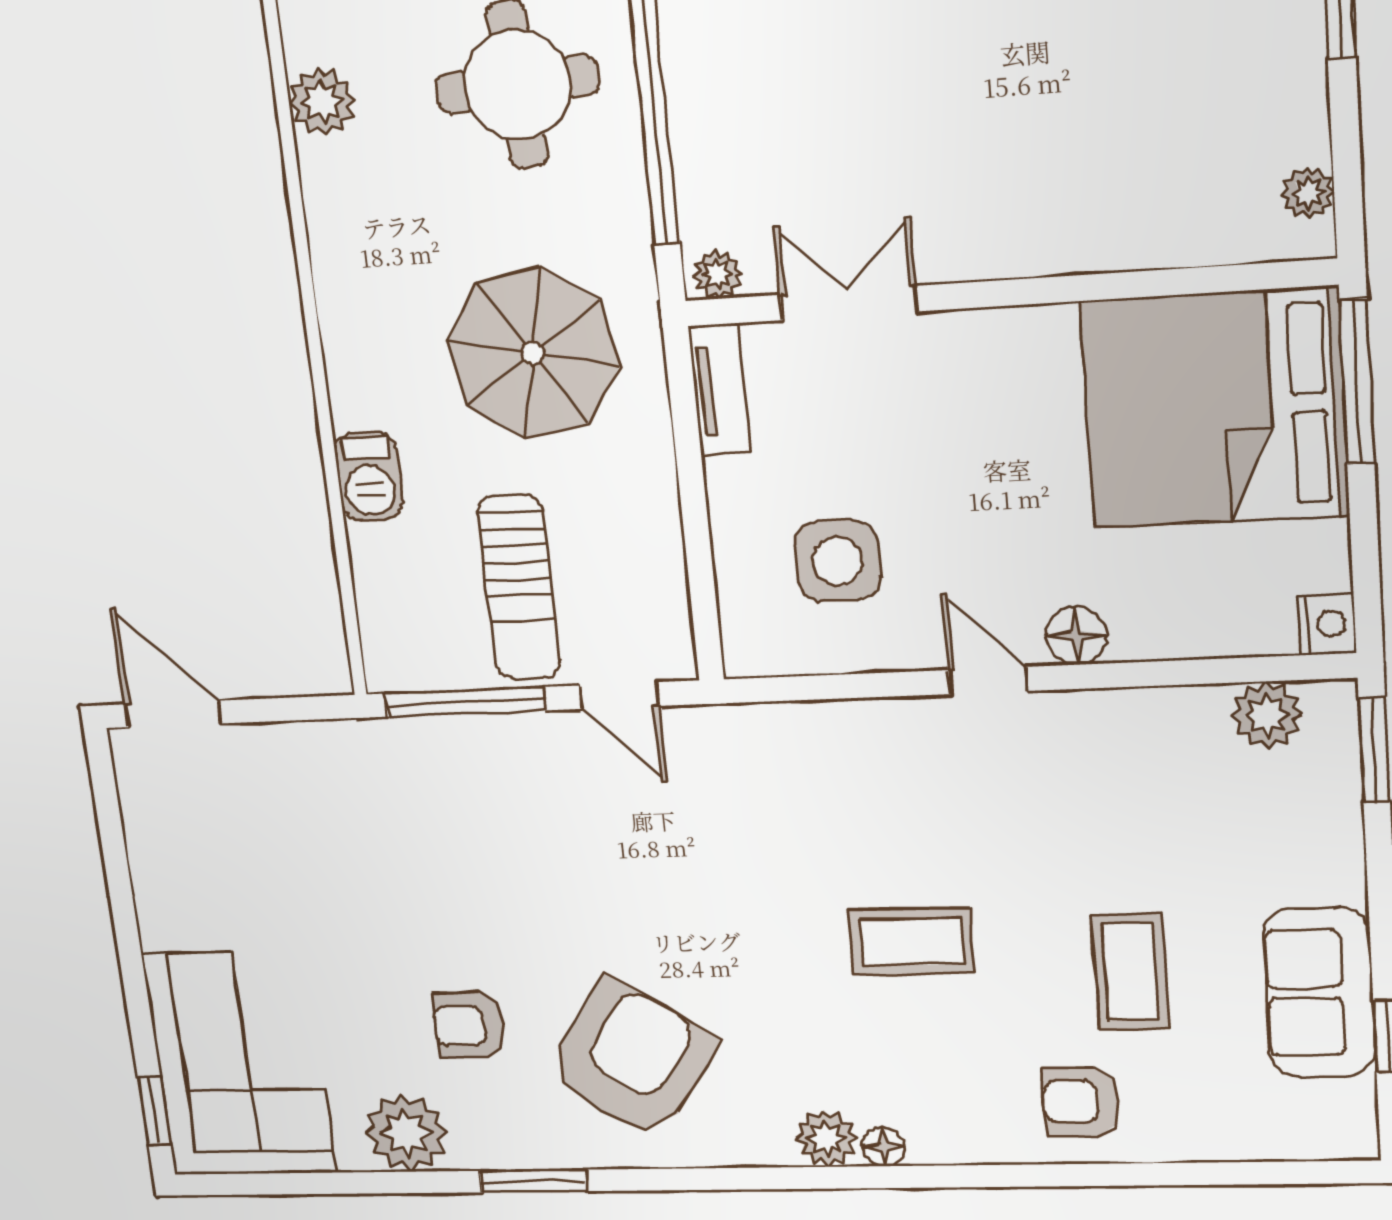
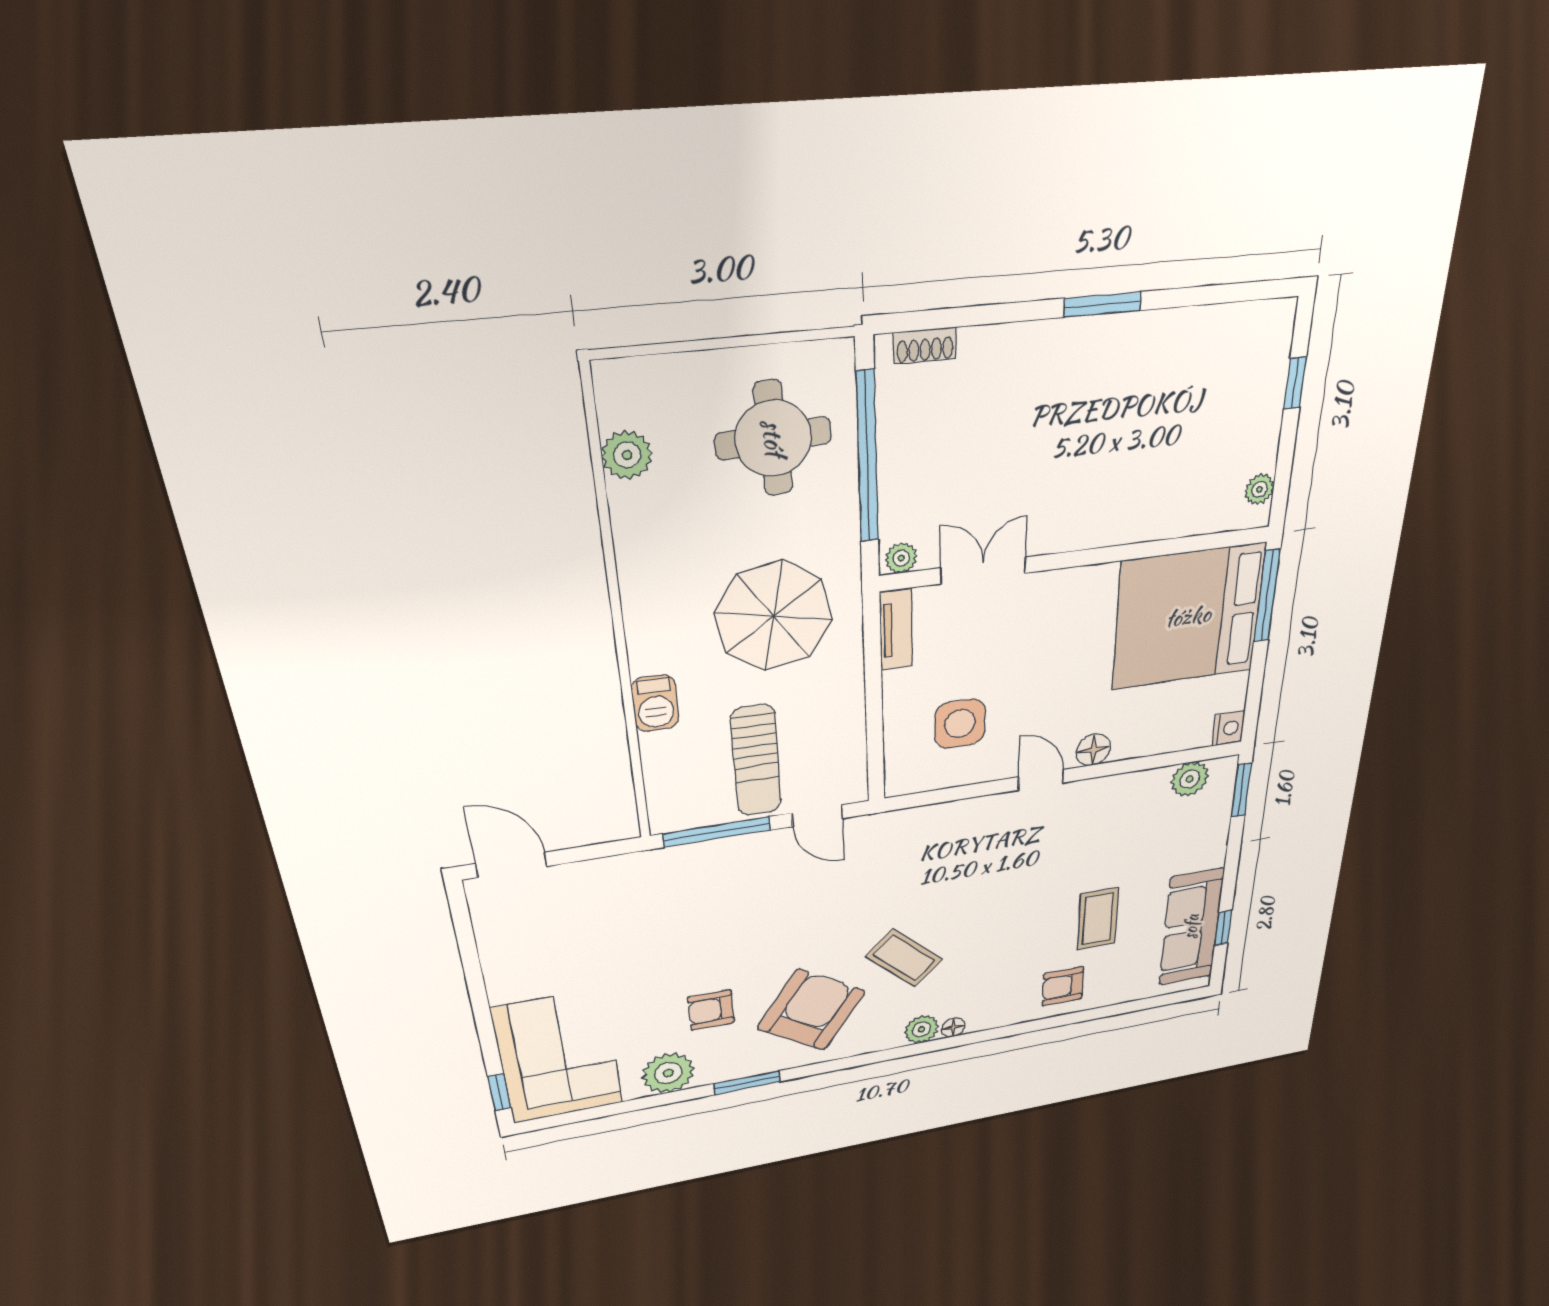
coffee table: (912, 942) -> (904, 958), moved, turned 45
sofa: (1319, 993) -> (1191, 927), width x1.36

